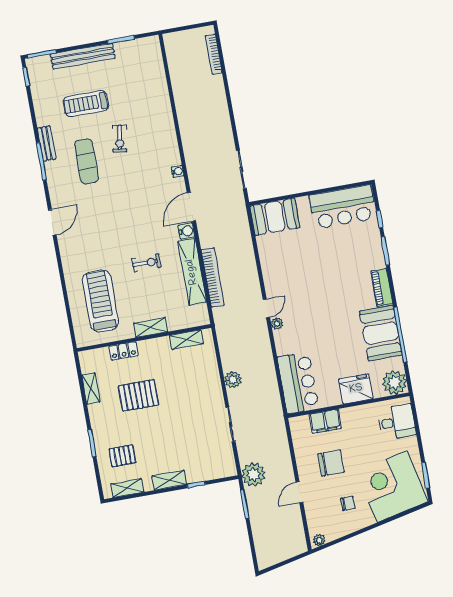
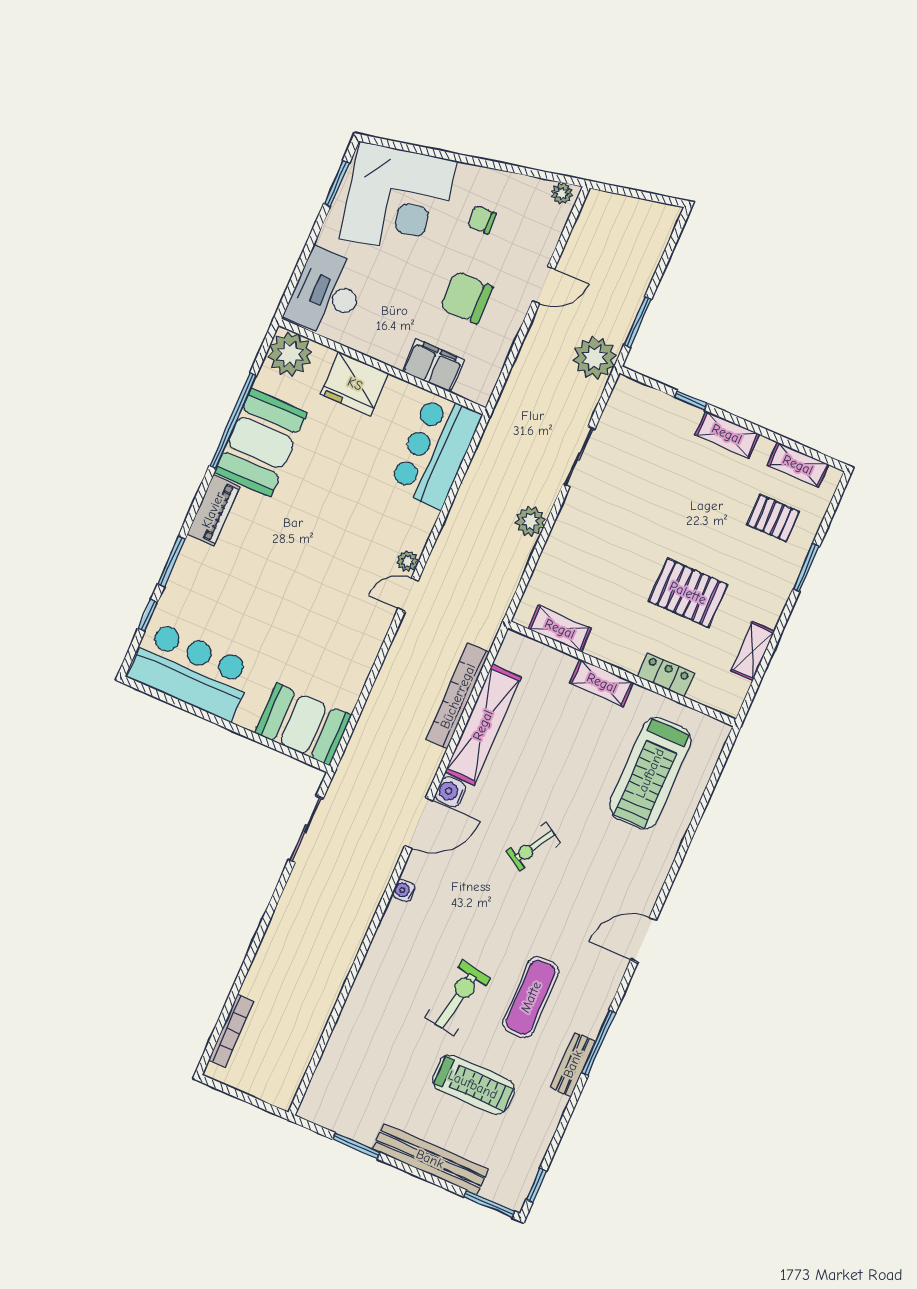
exercise bike: (120, 139) -> (458, 998), width x1.38, depth x1.39
exercise bike: (146, 263) -> (533, 847), moved, turned -59
desk: (397, 422) -> (327, 293), width x1.37

